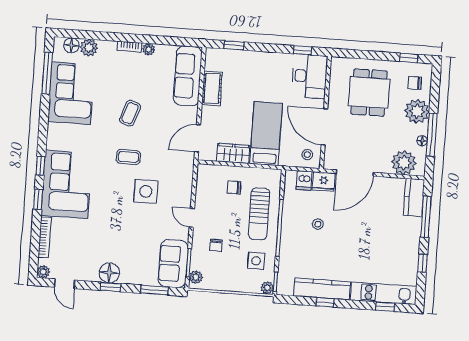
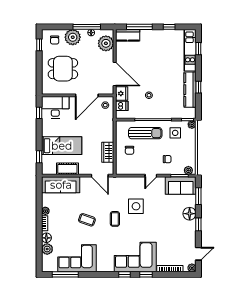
floor lamp: (71, 45) -> (46, 238), moved
bed: (266, 134) -> (62, 146), moved, turned 180
floor lamp: (109, 273) -> (190, 214), moved

